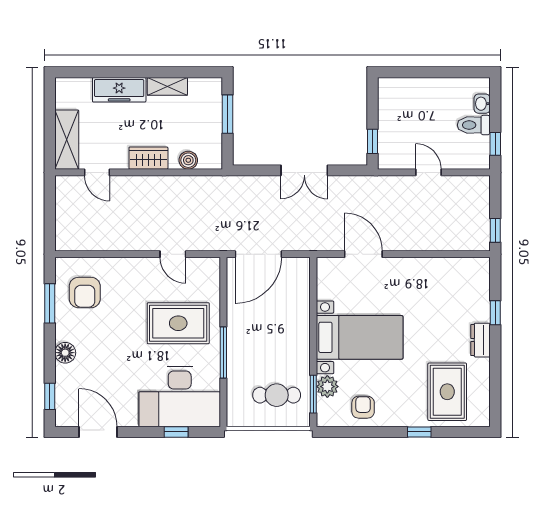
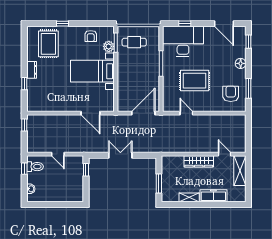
toilet: (474, 125) -> (35, 167), moved
wardrobe: (148, 158) -> (199, 161), width x1.50
boiler: (188, 160) -> (179, 160), removed
rug: (178, 323) -> (195, 81), moved

